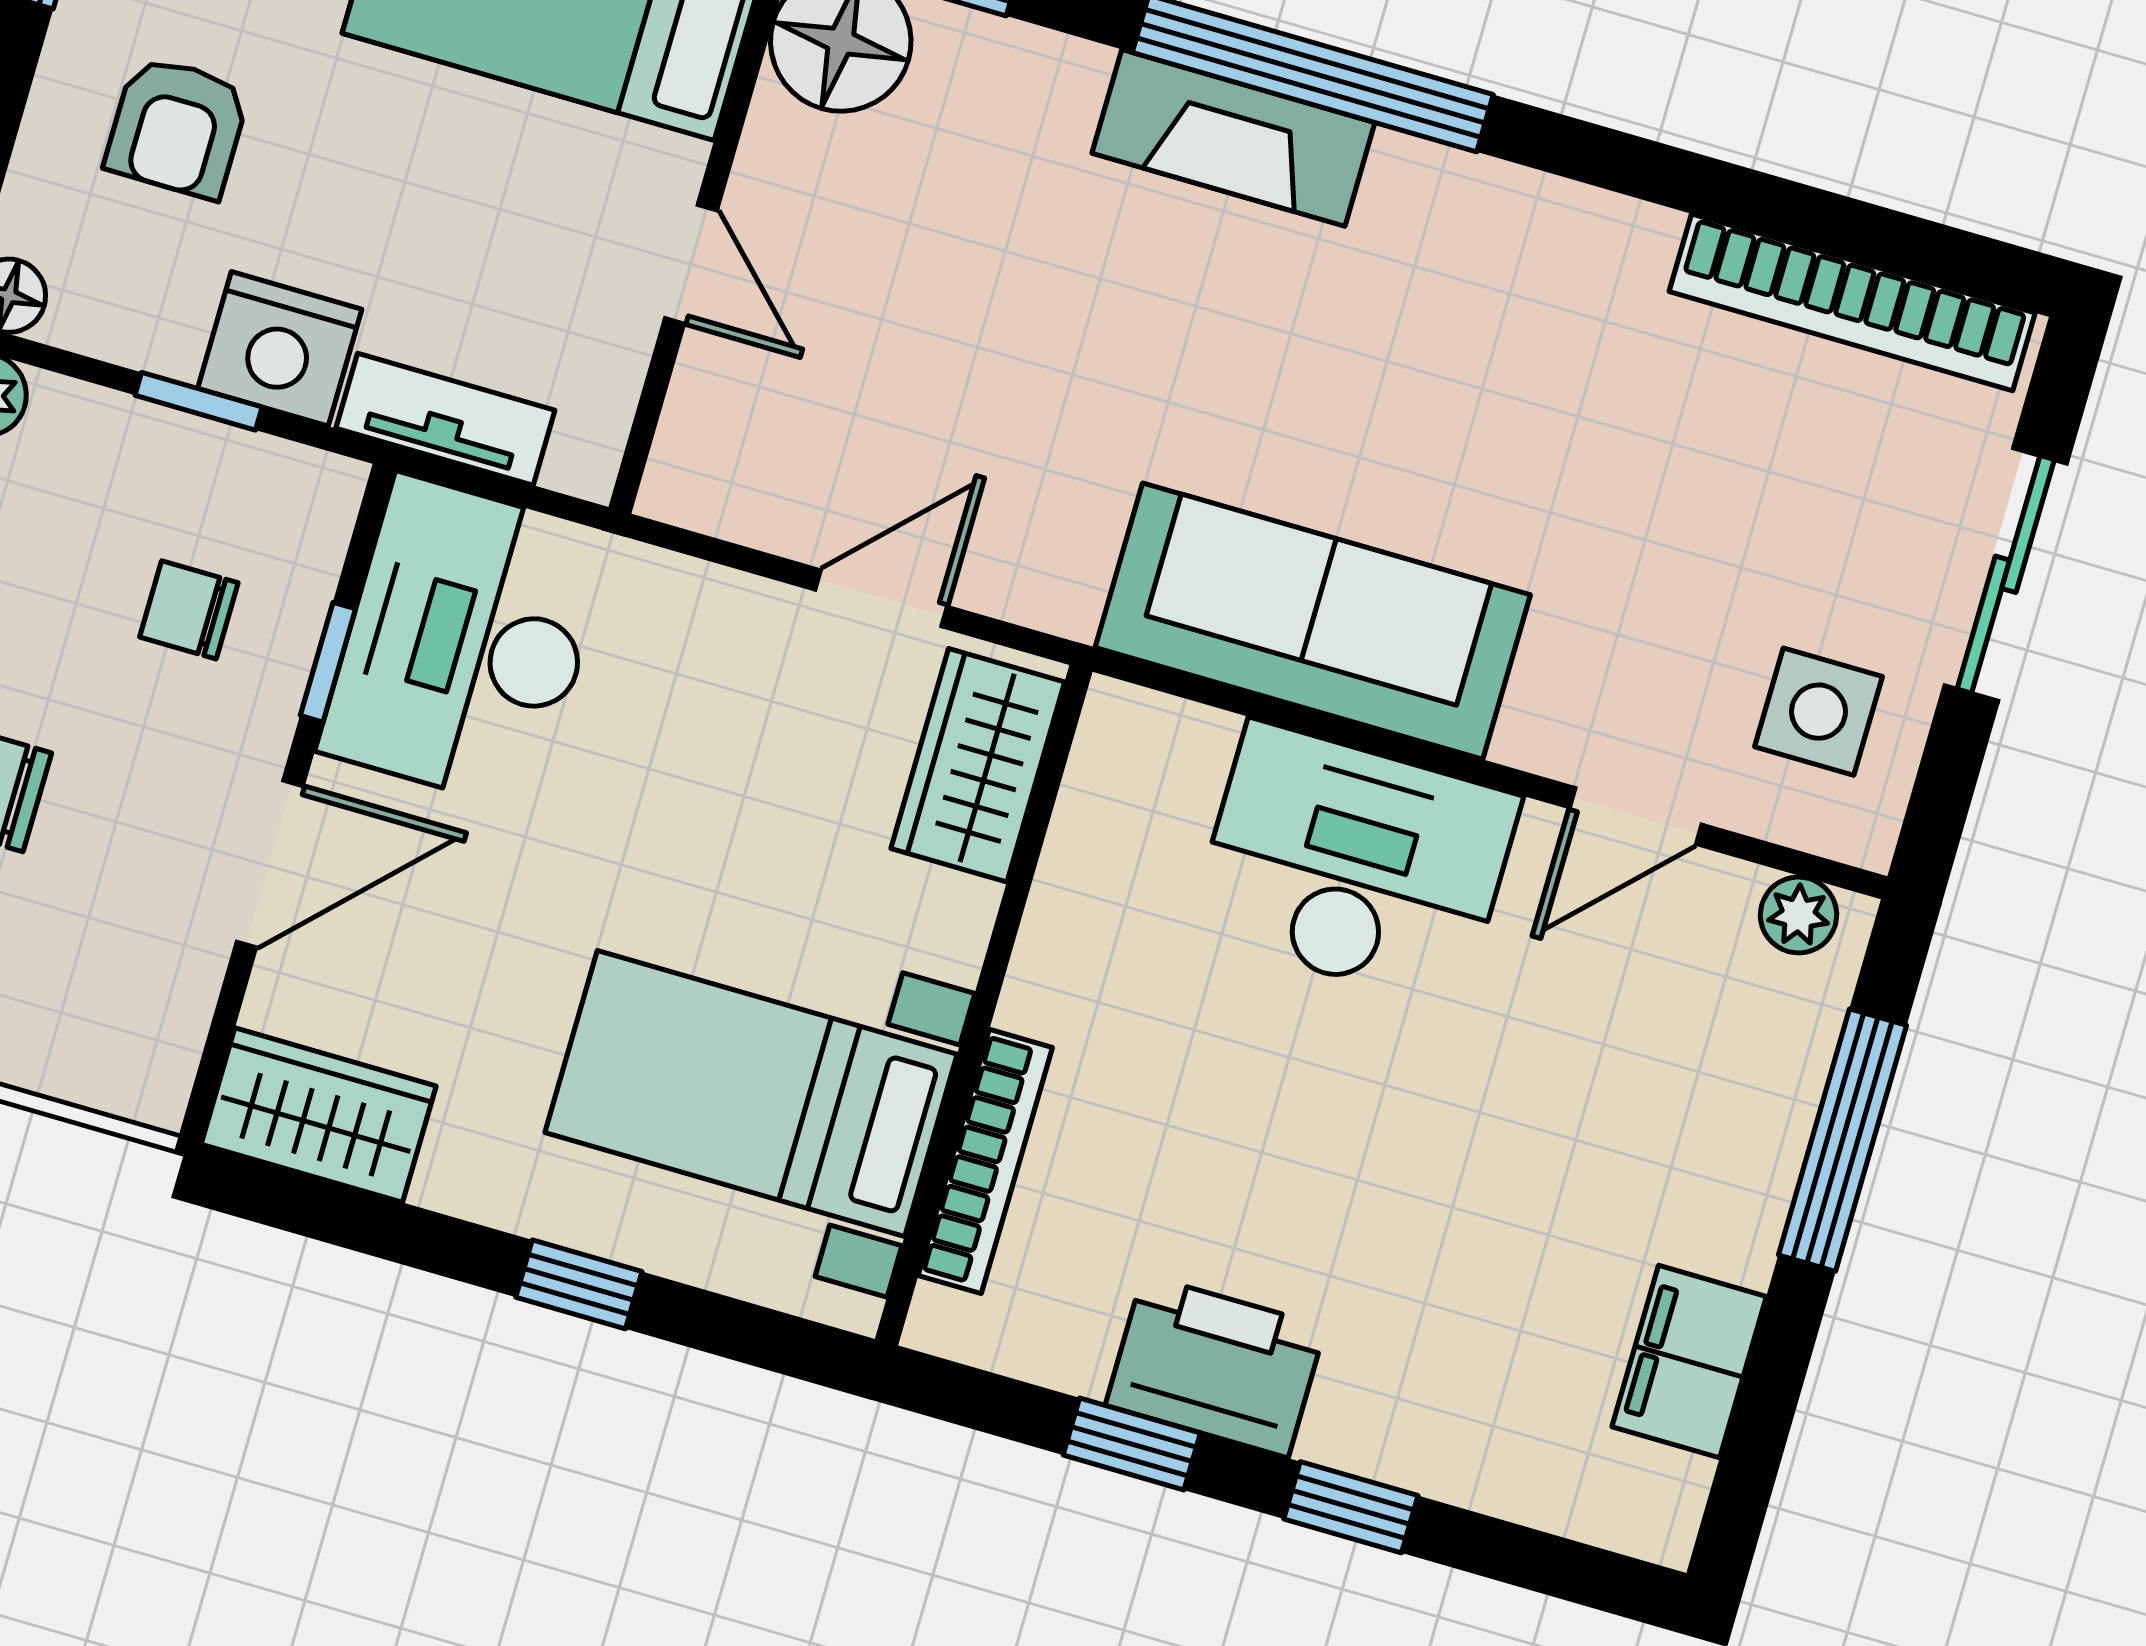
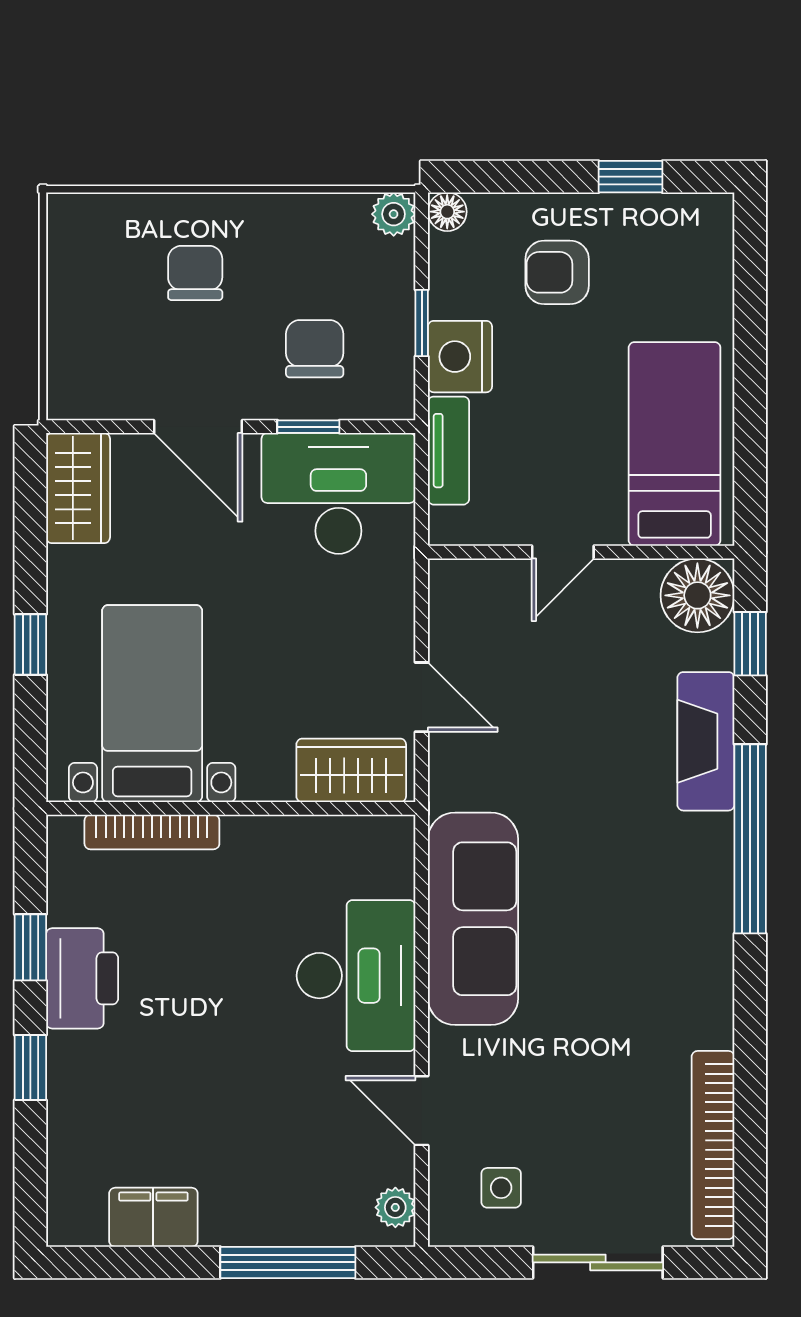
fireplace: (1233, 138) -> (706, 741), moved
chair: (189, 610) -> (315, 349), width x1.37, depth x1.37
side table: (1818, 712) -> (501, 1188), width x0.73, depth x0.73

